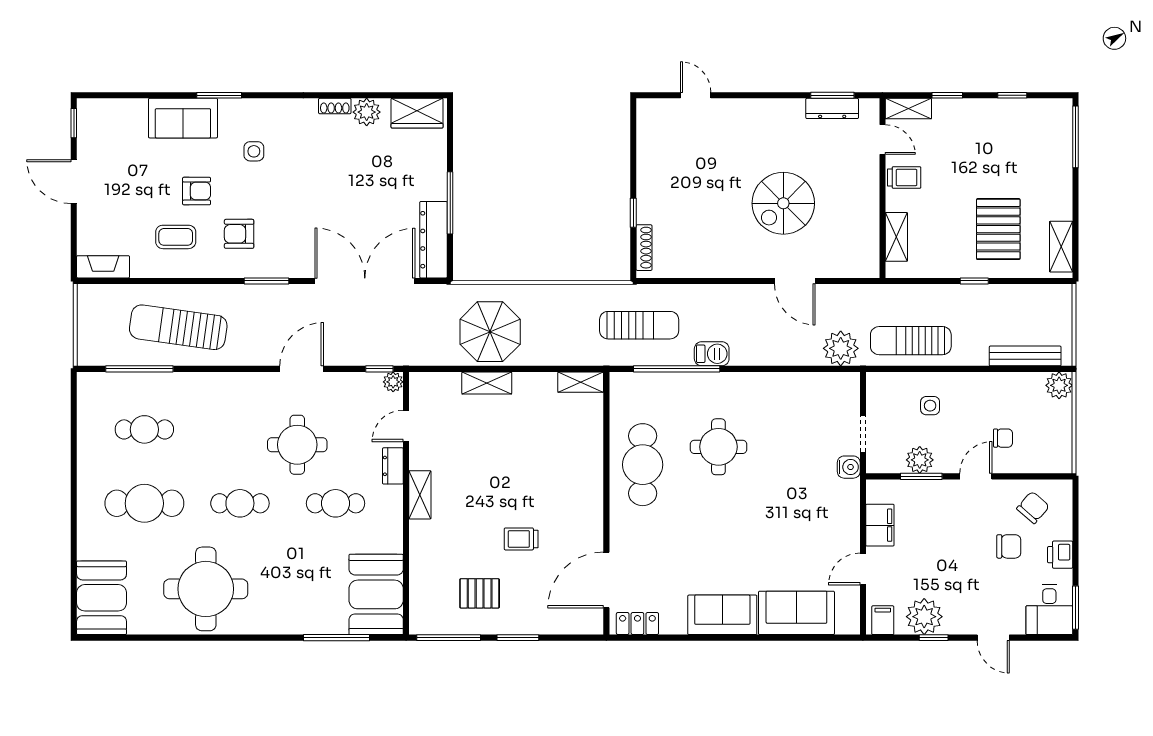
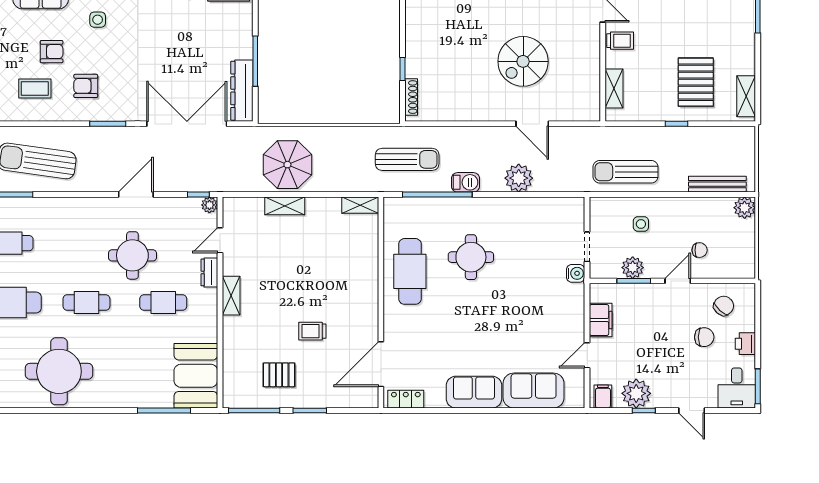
plant: (841, 348) -> (519, 178), moved

